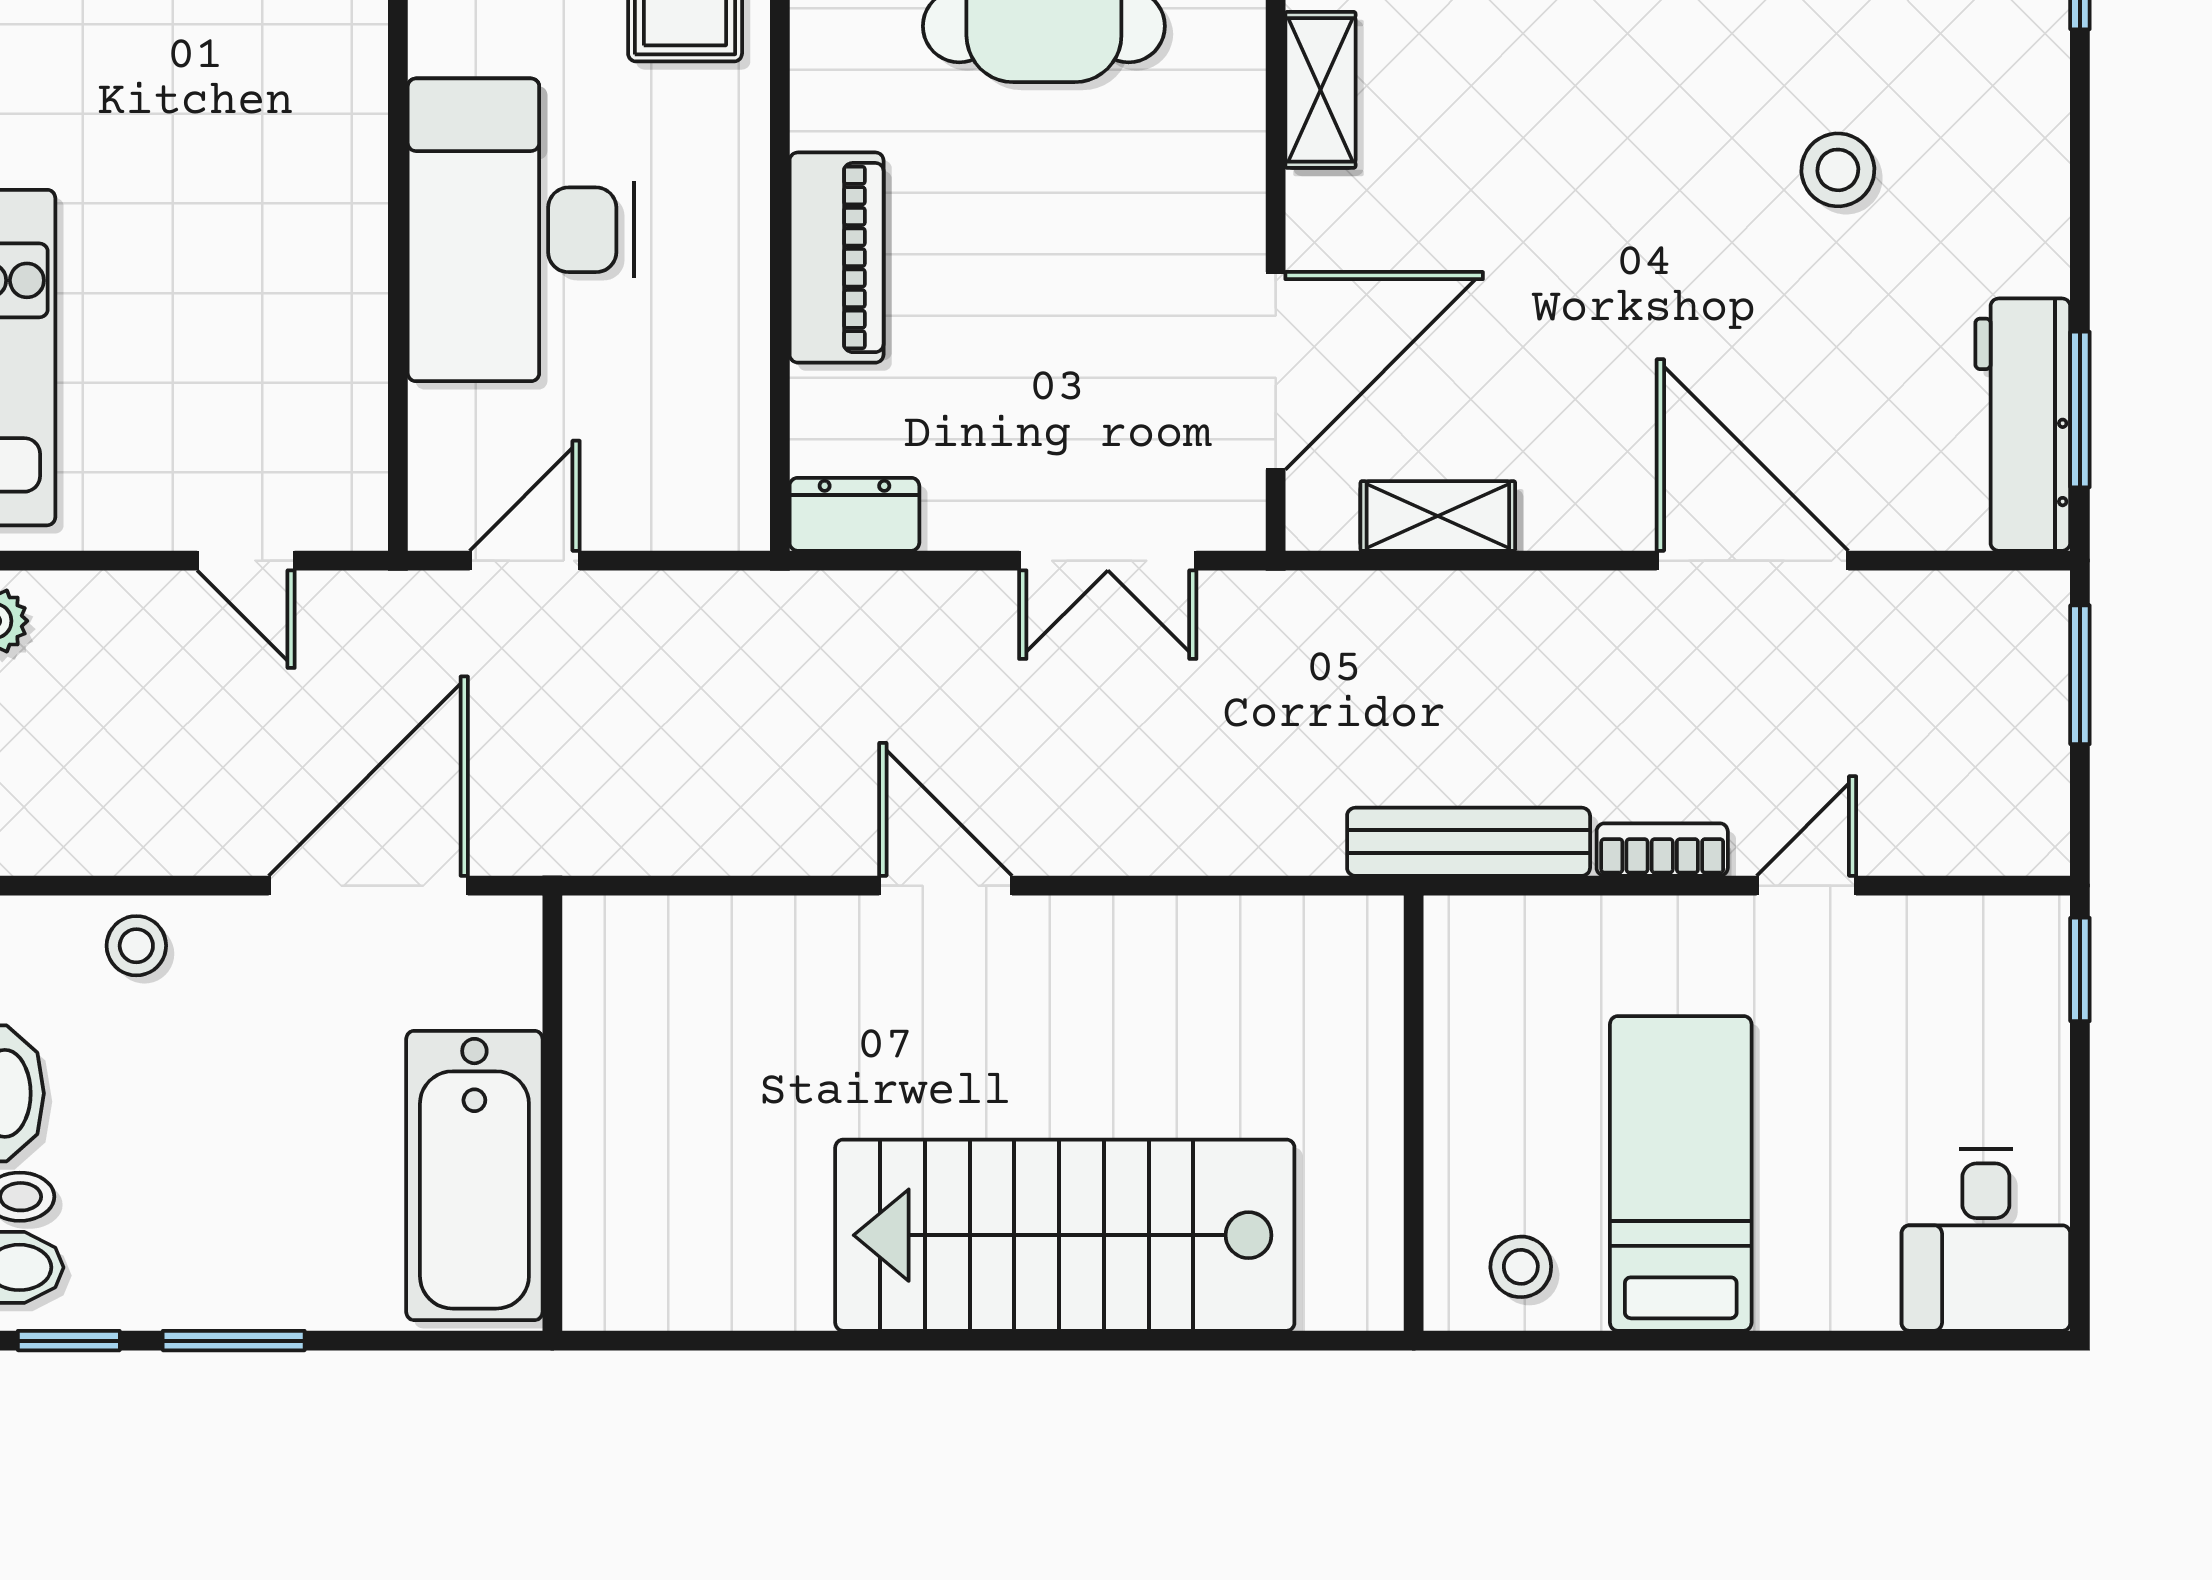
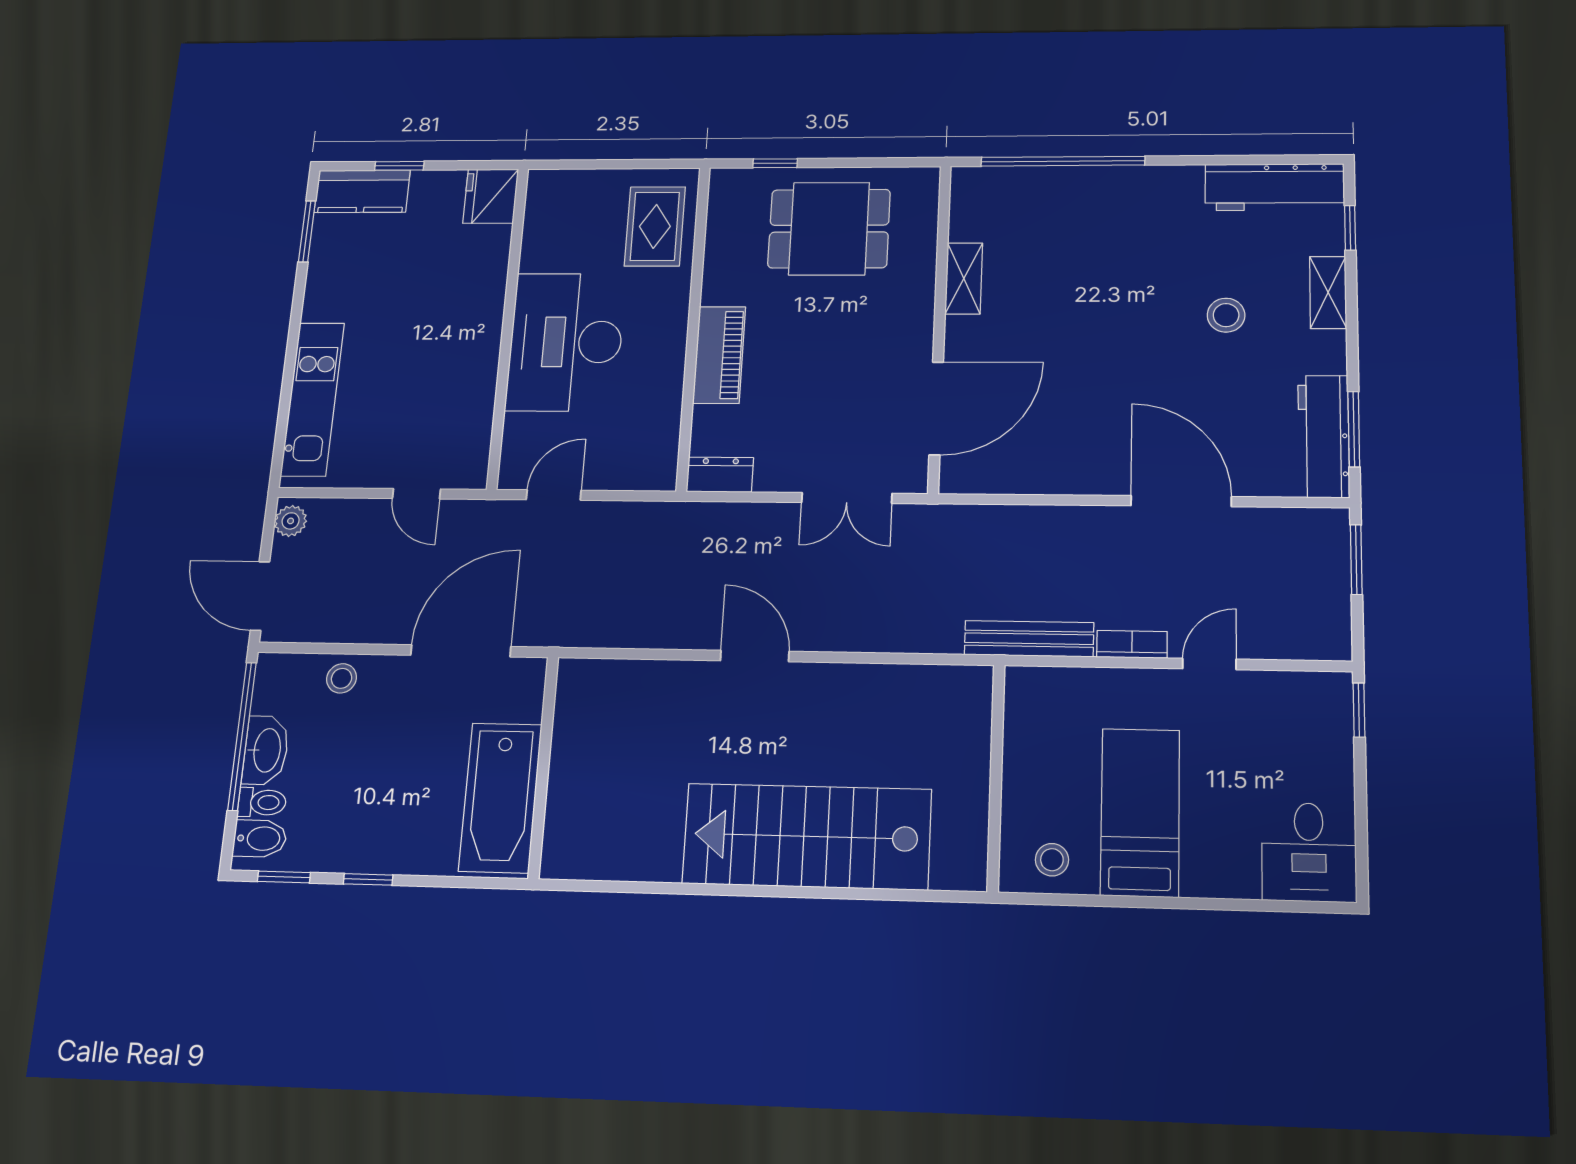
shelving: (1438, 516) -> (1328, 292), moved, turned 90
window: (234, 1341) -> (368, 879), width x0.67

